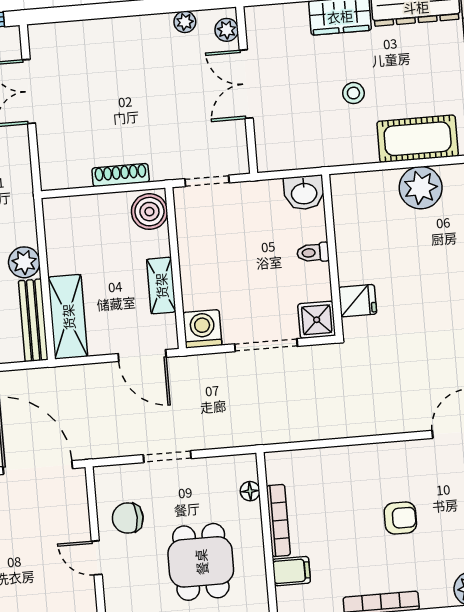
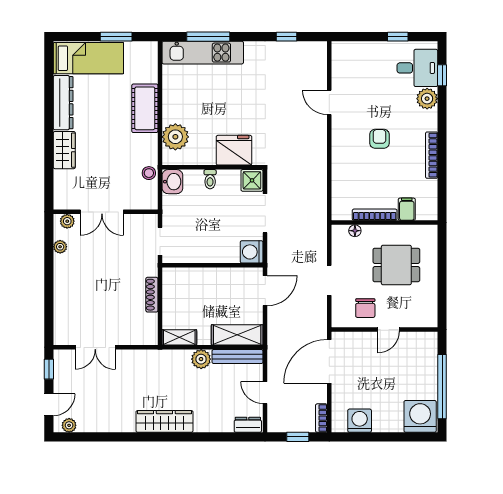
stool: (353, 93) -> (149, 173), moved
plant: (421, 188) -> (175, 137), moved
boiler: (149, 212) -> (176, 279), removed
shelving: (161, 286) -> (179, 337), moved
fridge: (358, 301) -> (234, 150), width x1.88, depth x1.34

